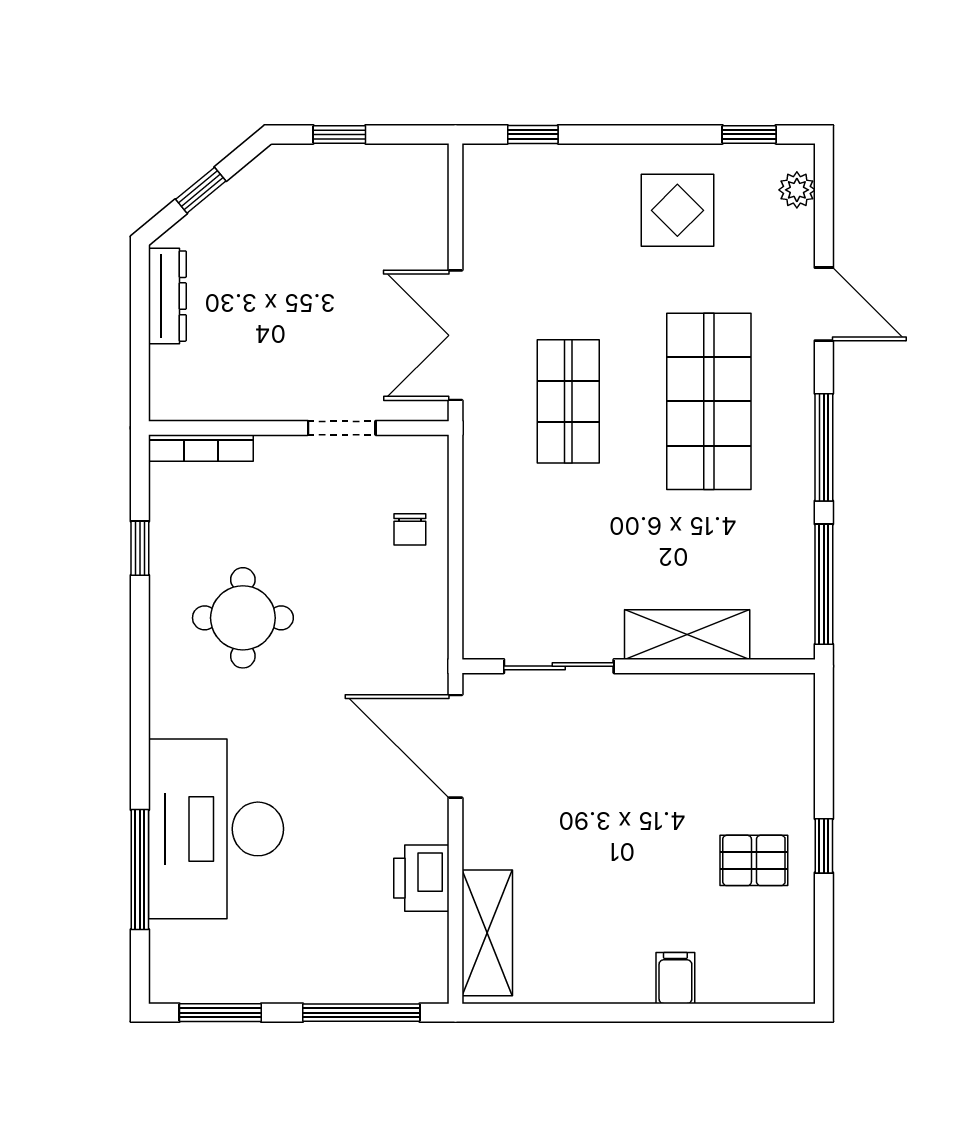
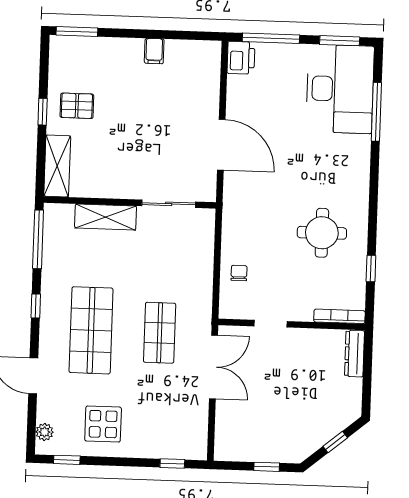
dresser: (167, 296) -> (355, 354), moved
window: (824, 447) -> (36, 306), width x0.46
door: (455, 746) -> (221, 145), moved
desk: (216, 829) -> (340, 89), moved
printer: (421, 878) -> (241, 58), moved
shelving: (487, 933) -> (57, 166), moved
filing cabinet: (675, 978) -> (154, 51), moved
window: (759, 1013) -> (77, 32), added

